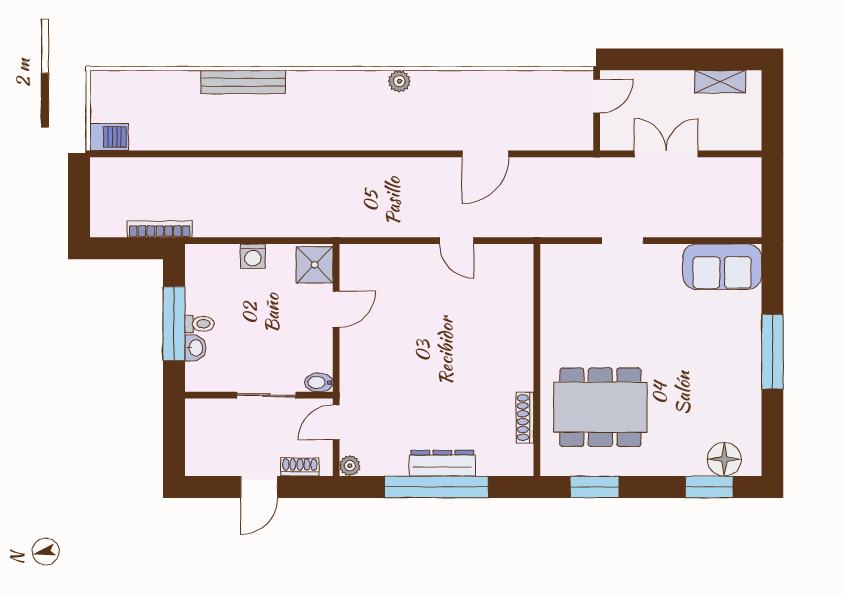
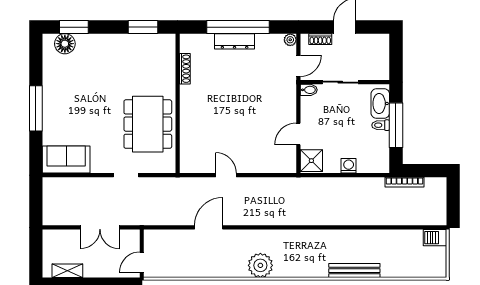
plant: (399, 81) -> (260, 265), width x1.88, depth x1.88
washbasin: (195, 348) -> (380, 103), width x1.91, depth x1.45
dining table: (600, 407) -> (148, 124), moved, turned 90

